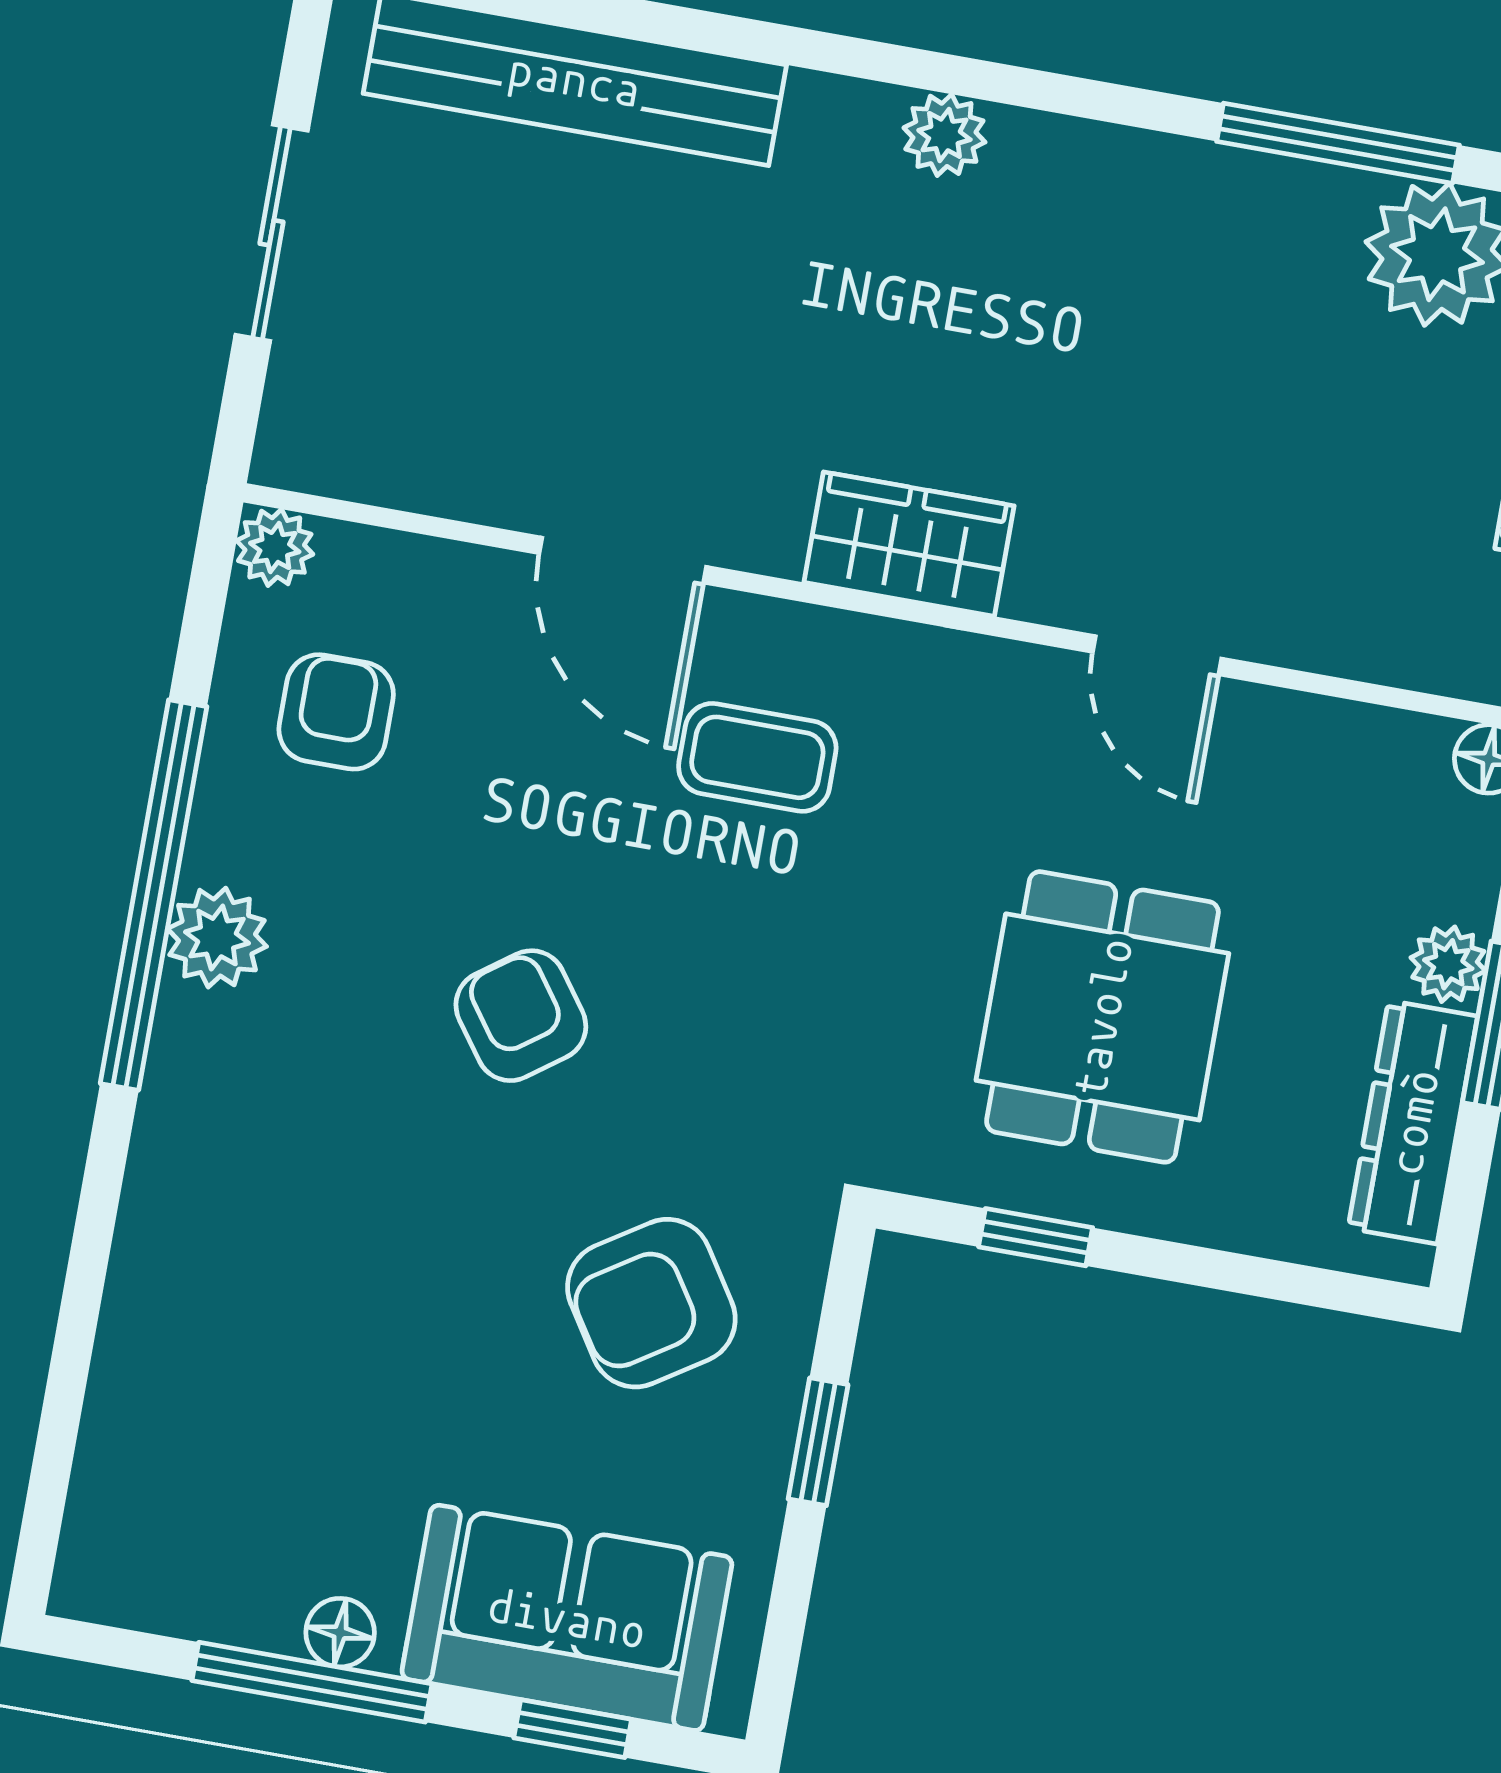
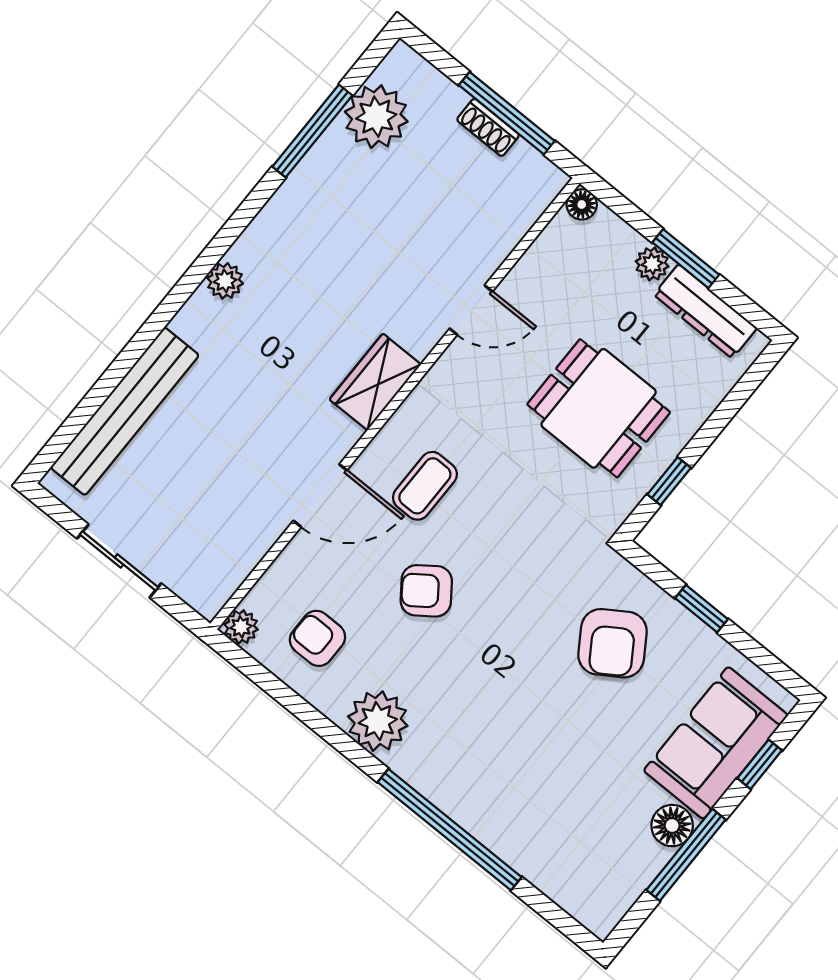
window: (154, 895) -> (450, 830), moved
plant: (217, 938) -> (378, 721), width x1.36, depth x1.36
armchair: (521, 1016) -> (426, 591), moved
floor lamp: (340, 1633) -> (672, 826), width x1.37, depth x1.37

